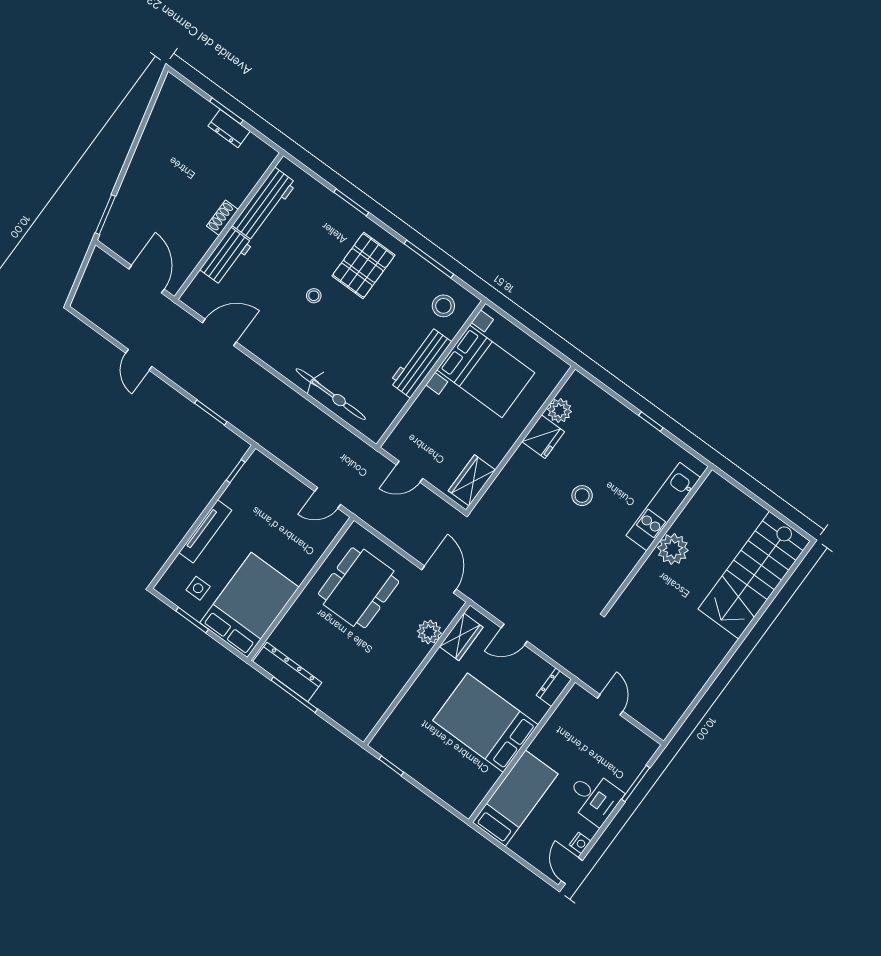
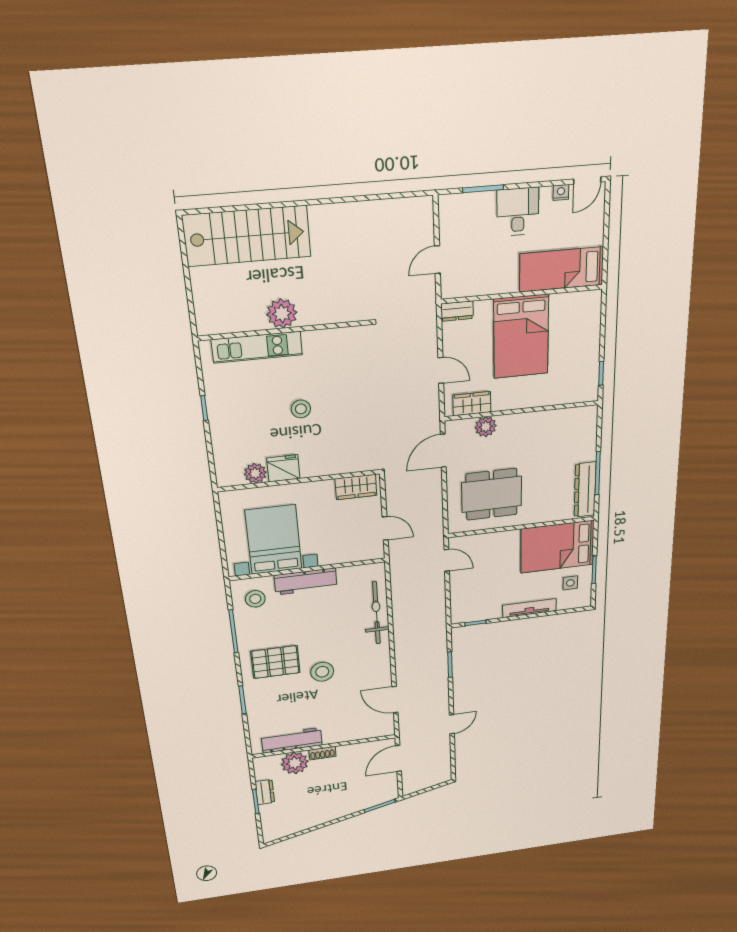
plant: (236, 184) -> (295, 763), added
workbench: (226, 257) -> (344, 733), removed
stool: (314, 296) -> (322, 672), width x1.89, depth x1.89

